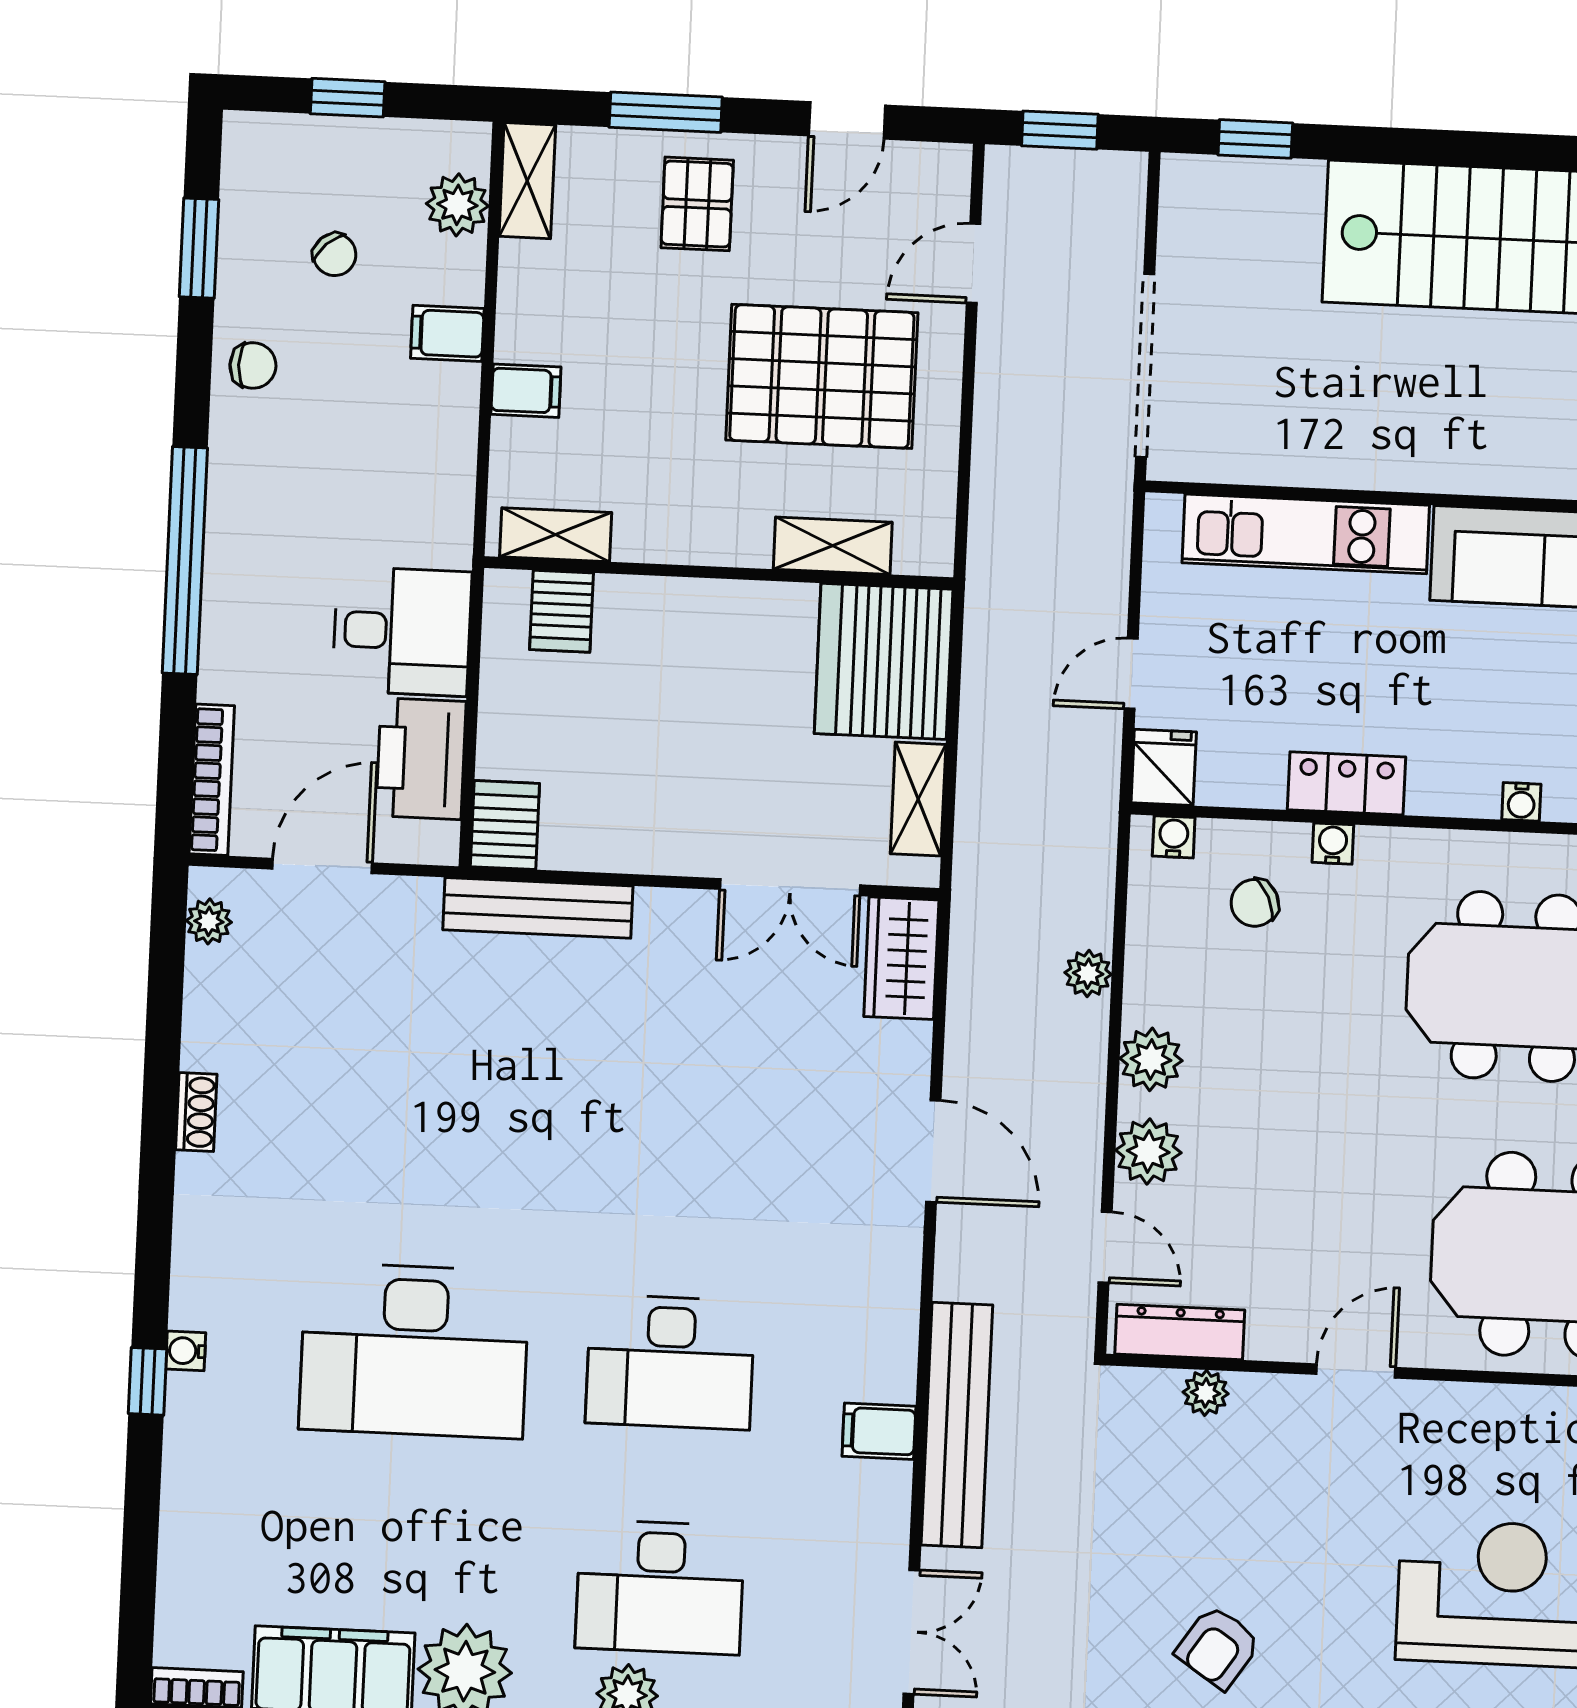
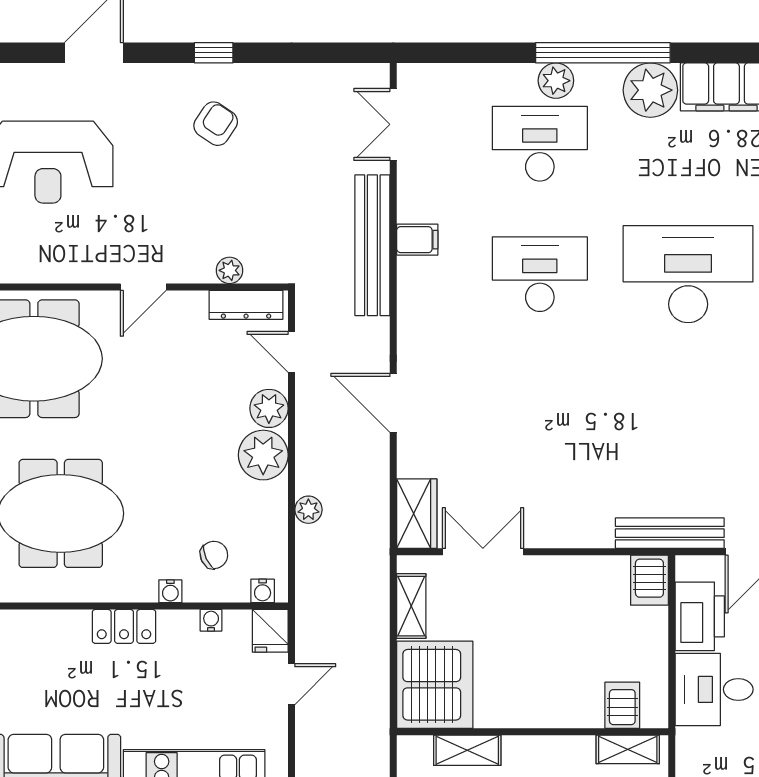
locker: (1347, 783) -> (124, 626), moved
water cooler: (1521, 802) -> (211, 620), moved
bench: (538, 908) -> (670, 533), moved
plant: (1151, 1059) -> (263, 455), width x1.36, depth x1.36

